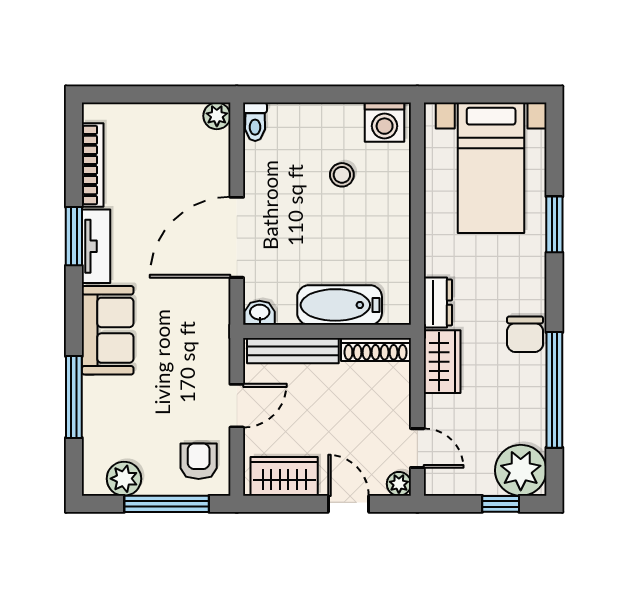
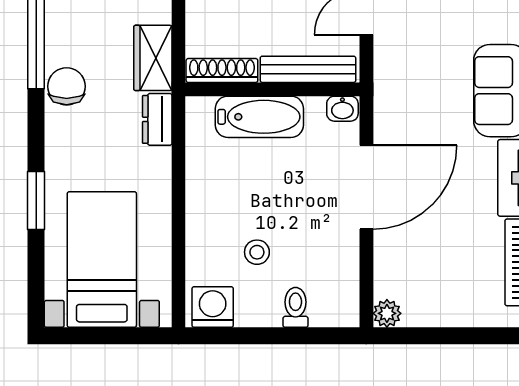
toilet: (255, 122) -> (295, 307), moved

